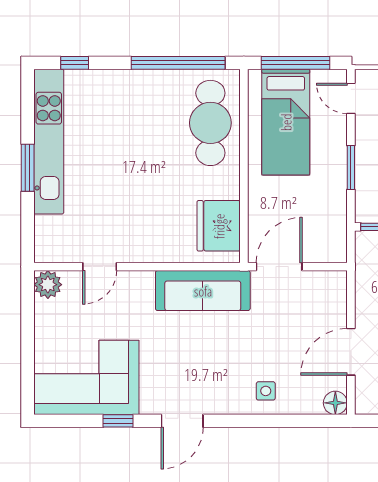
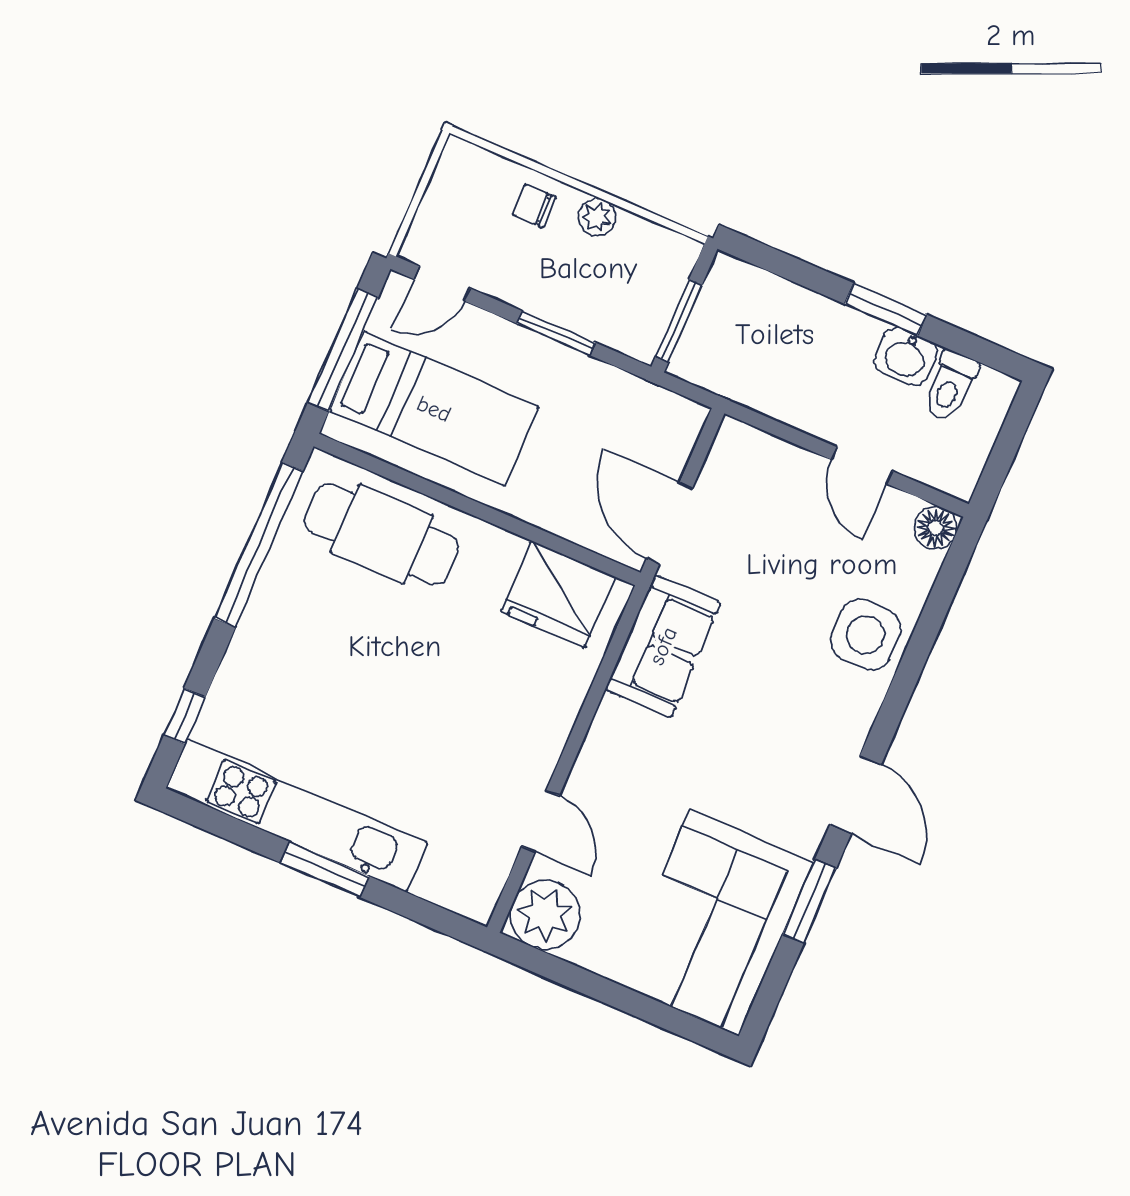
plant: (48, 285) -> (545, 915), width x1.36, depth x1.36
sofa: (203, 291) -> (663, 646), width x0.73
door: (351, 352) -> (862, 465), width x0.73
side table: (266, 391) -> (866, 635), width x1.87, depth x1.87
window: (118, 421) -> (809, 901), width x1.50

